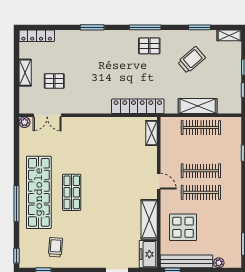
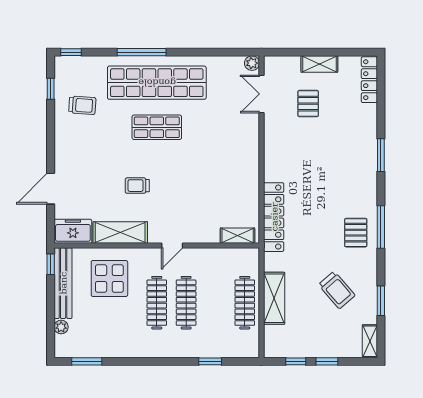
trolley: (115, 207) -> (137, 186), added

